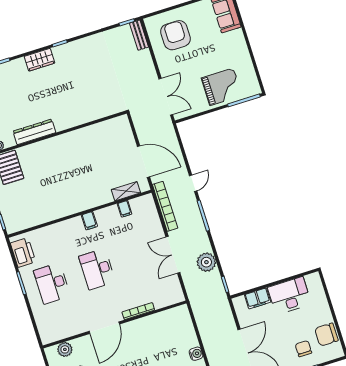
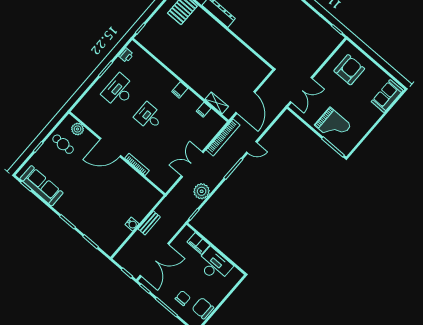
bench: (139, 35) -> (149, 223), moved
printer: (23, 252) -> (126, 55), width x0.53, depth x0.68
desk: (97, 269) -> (149, 117), width x0.73

